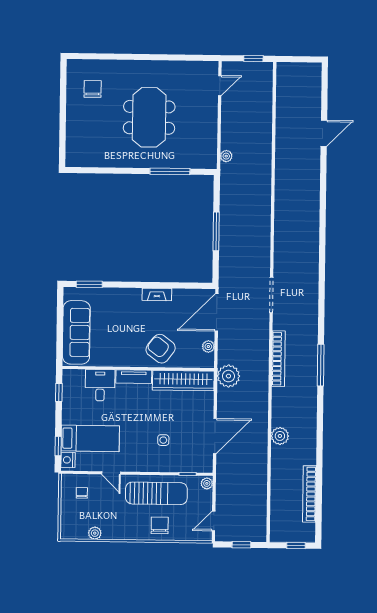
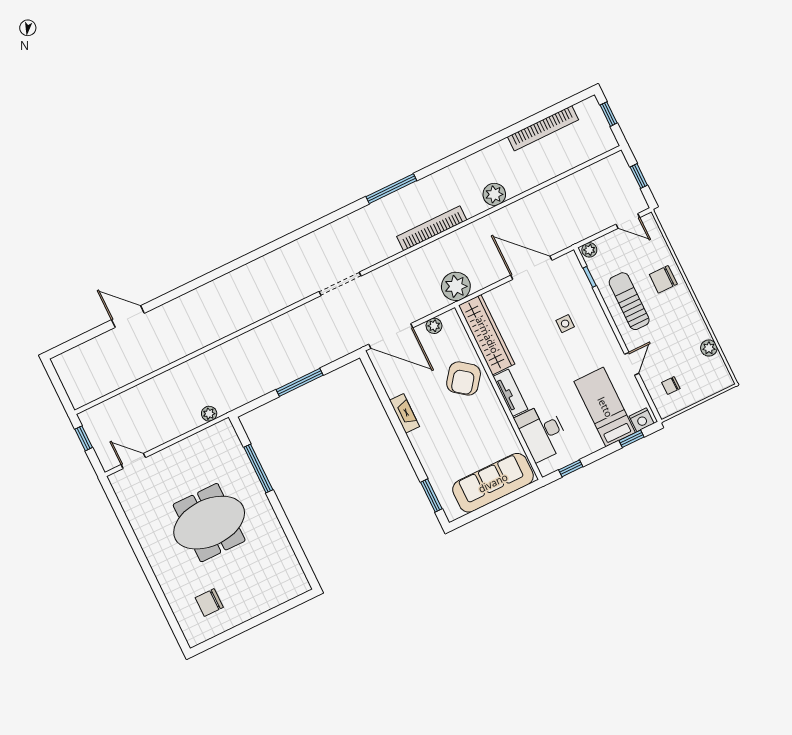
bookcase: (278, 359) -> (432, 228), moved
desk: (100, 385) -> (542, 432), width x1.37
sun lounger: (156, 493) -> (629, 301), width x0.73, depth x0.75

